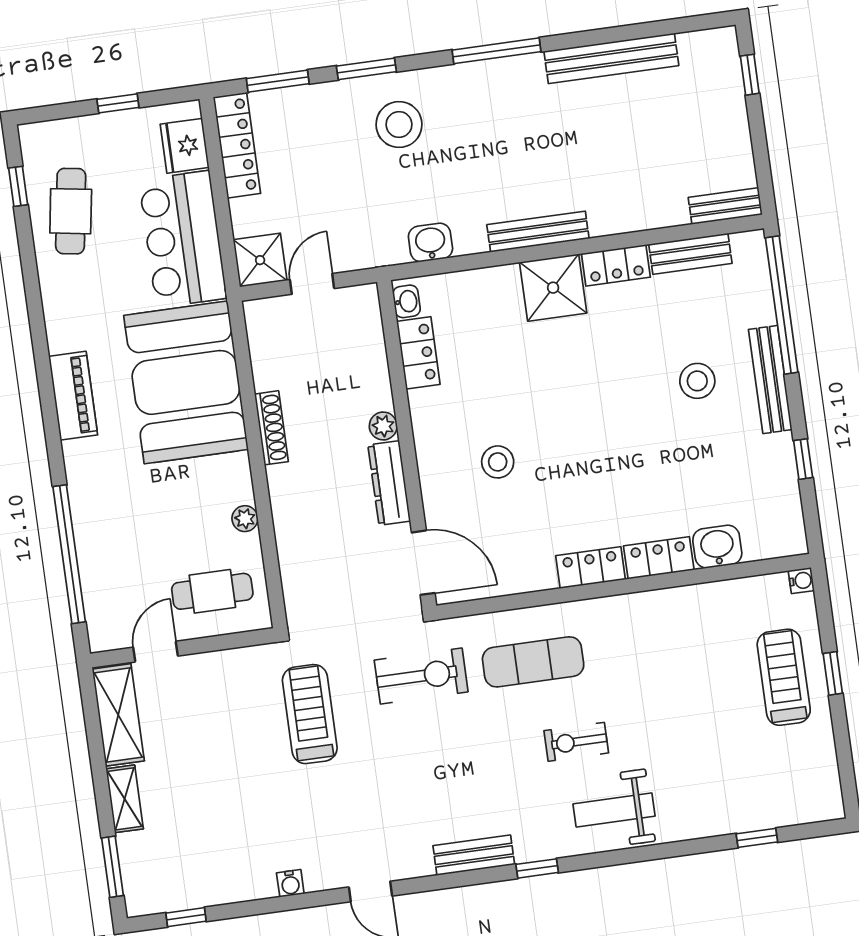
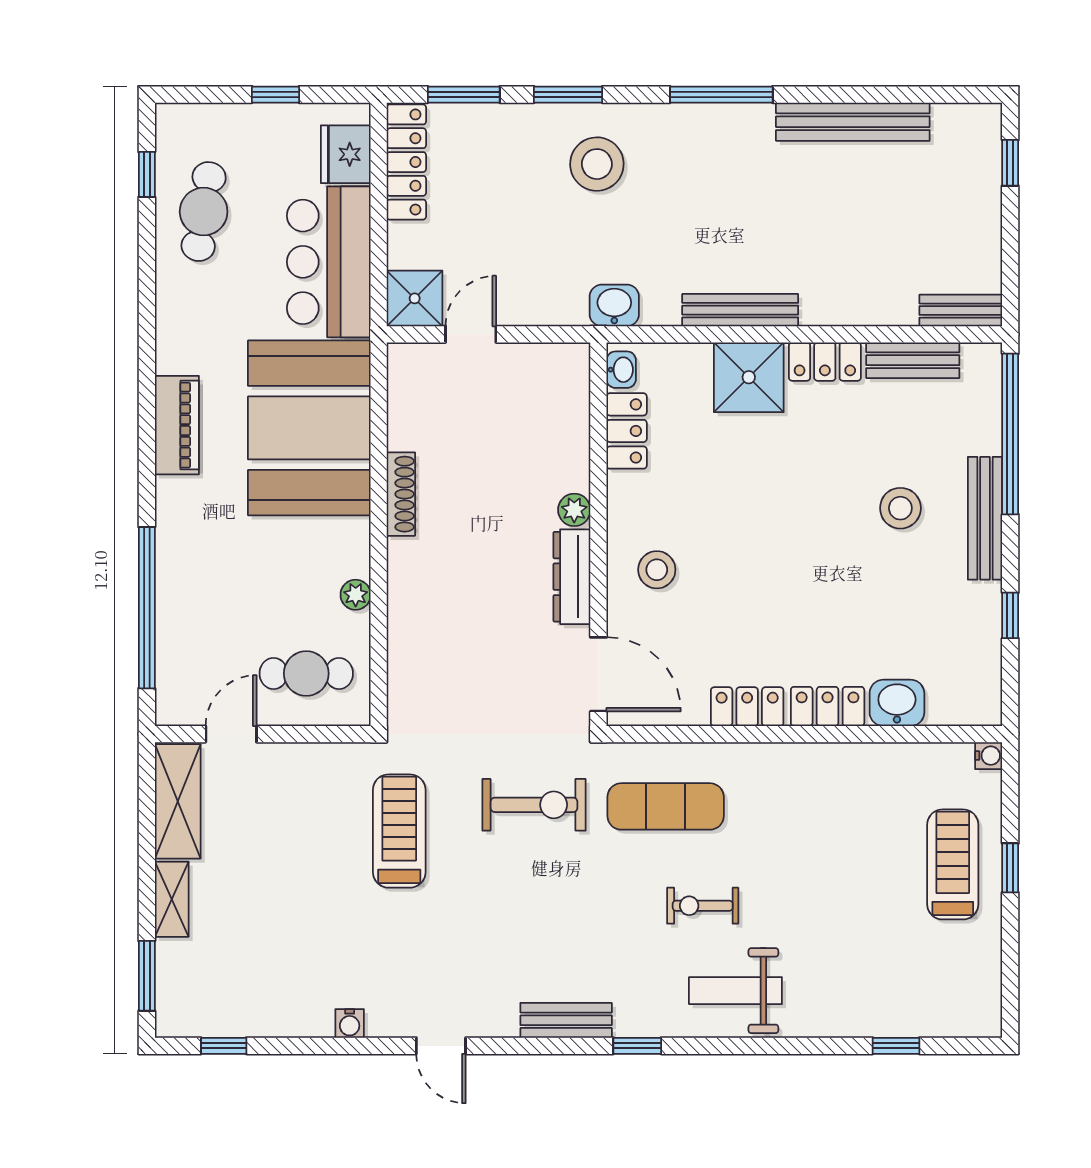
washbasin: (407, 301) -> (621, 370), moved
locker: (418, 353) -> (627, 431), moved
plant: (383, 426) -> (574, 510), moved
wall: (407, 444) -> (598, 534), moved
dresser: (389, 483) -> (572, 577), moved
door: (423, 563) -> (598, 674), moved

